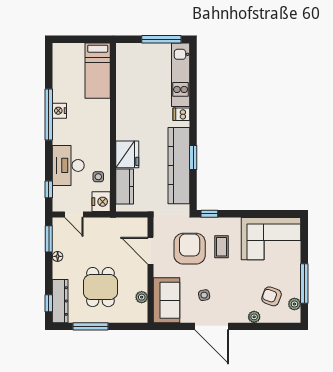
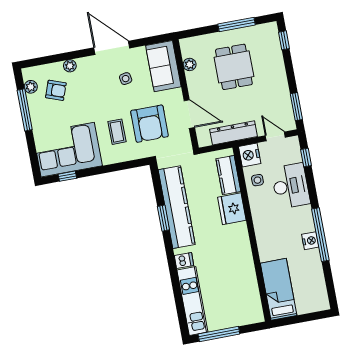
window: (209, 214) -> (67, 176), moved
floor lamp: (58, 256) -> (284, 90), removed
dresser: (60, 301) -> (234, 133), moved, turned 90

